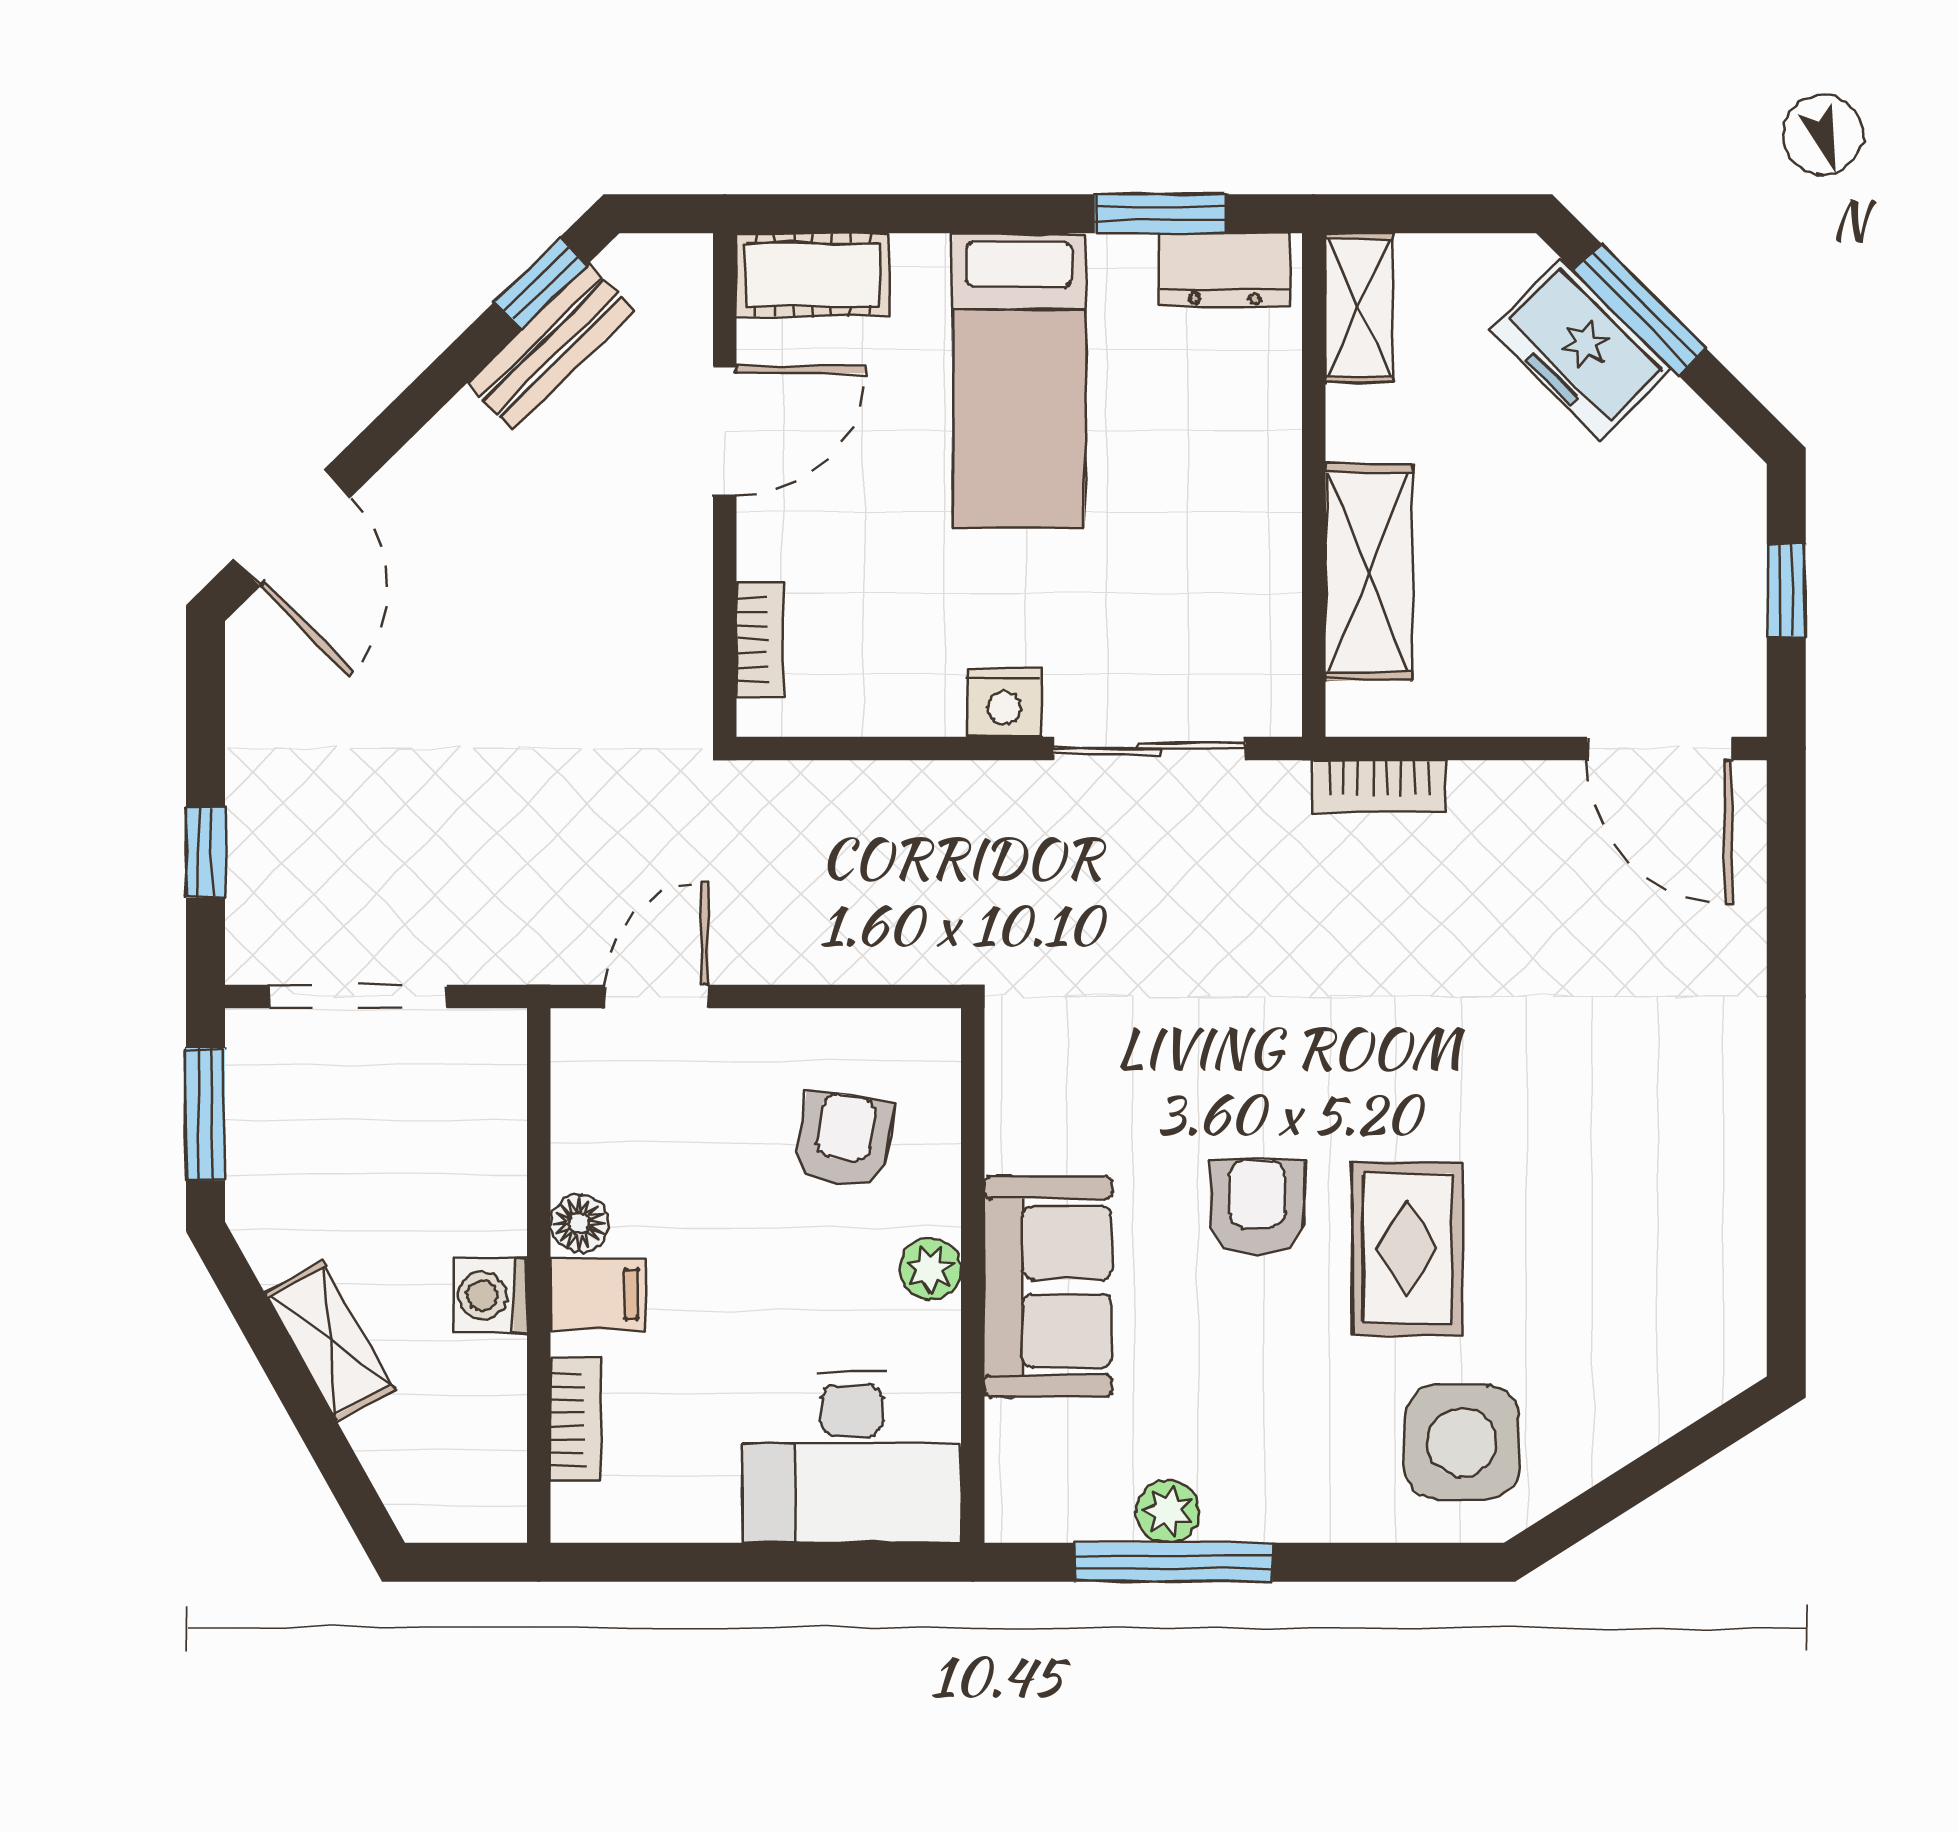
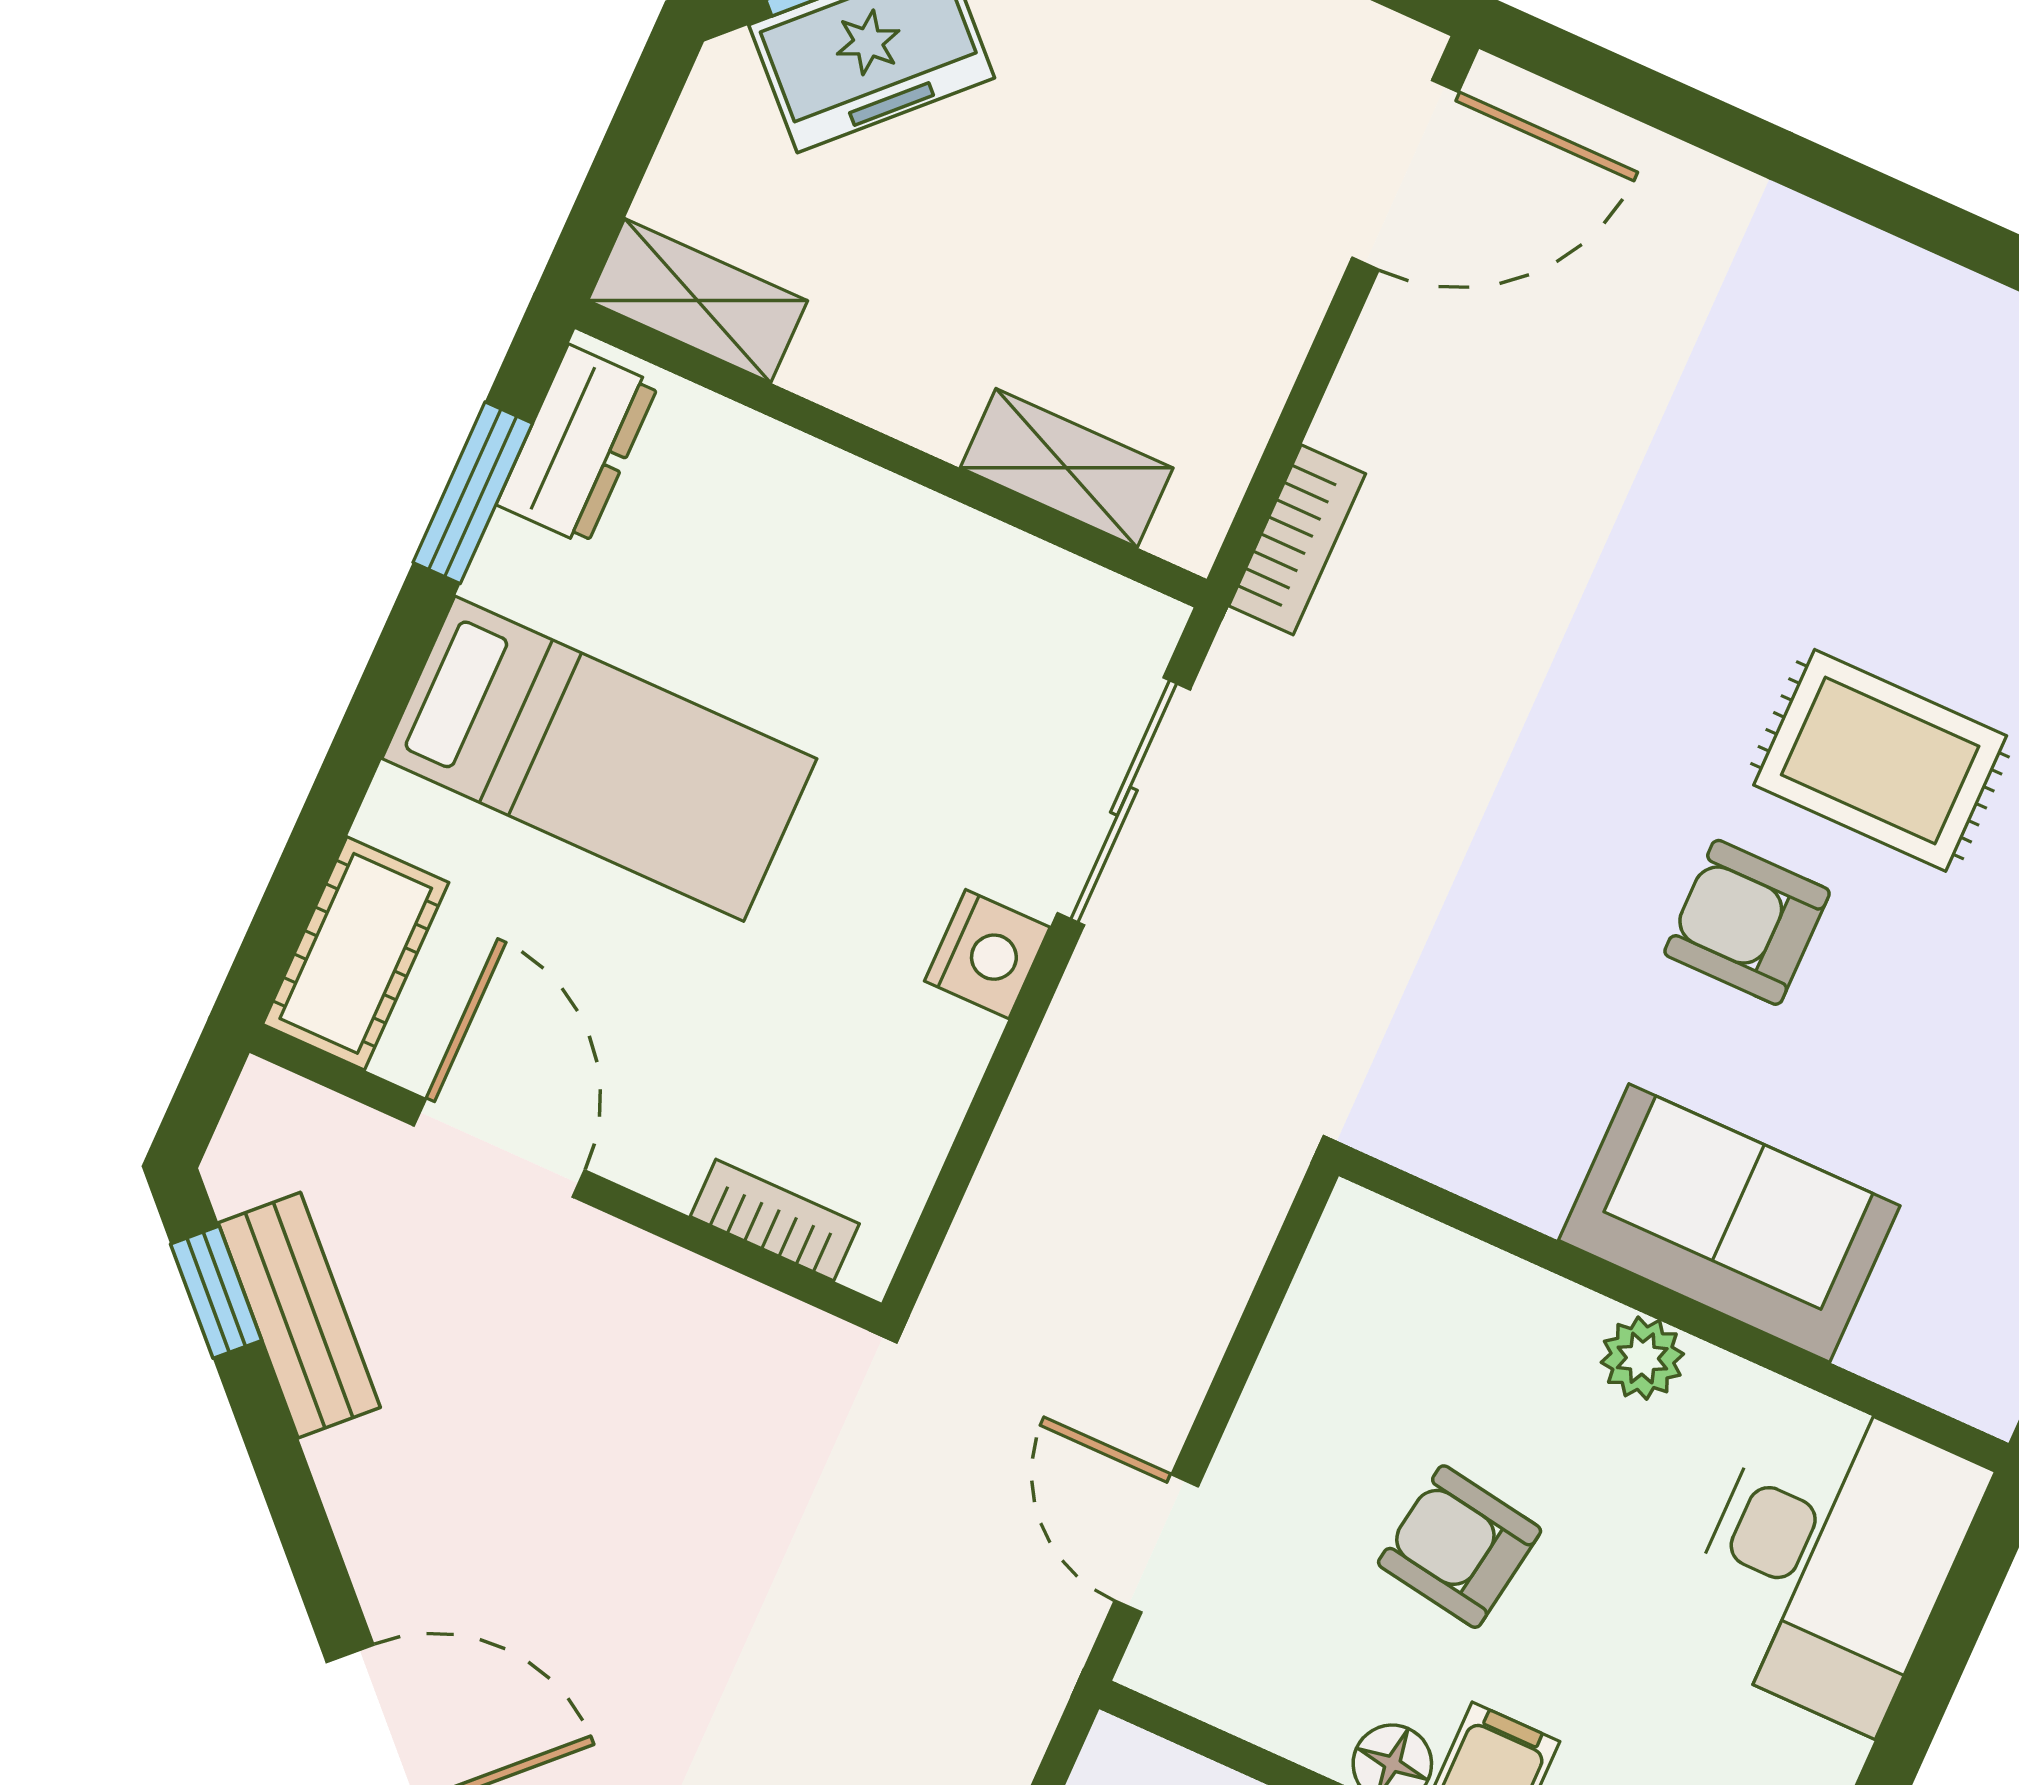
shelving: (1369, 572) -> (1067, 468), width x0.67, depth x0.75
armchair: (844, 1140) -> (1460, 1547), moved

